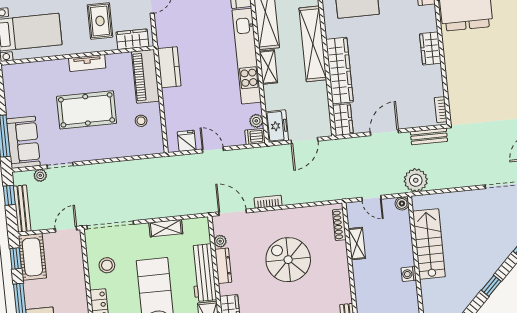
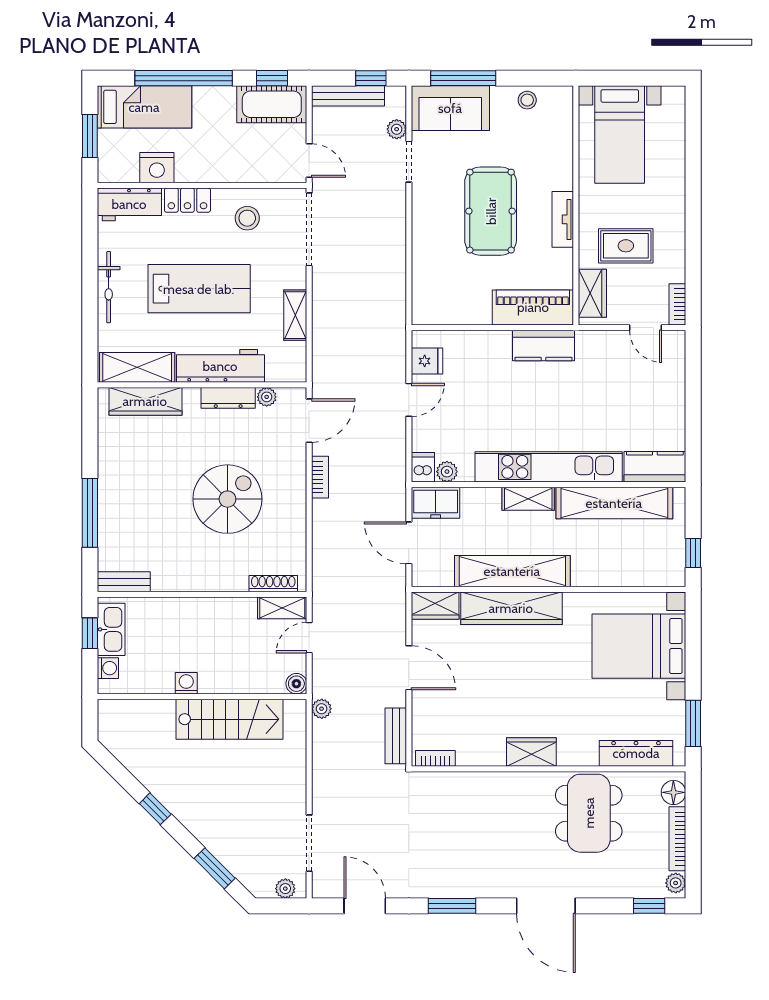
shelving: (313, 44) -> (512, 571), moved
stool: (141, 121) -> (527, 100), moved
plant: (416, 180) -> (322, 709), width x0.53, depth x0.53
shelving: (357, 244) -> (282, 608), moved

